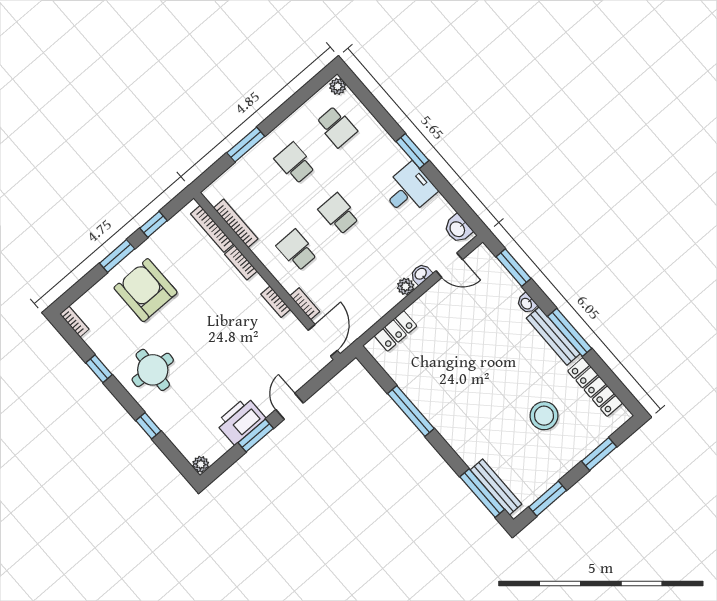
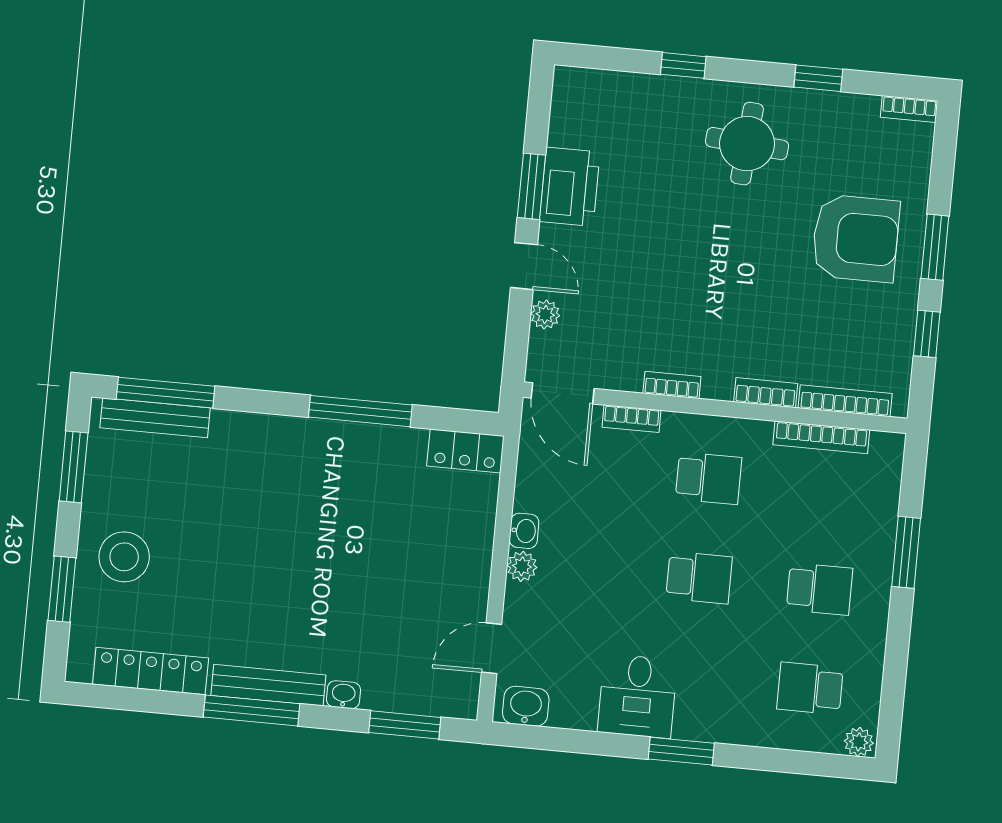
washbasin: (421, 274) -> (524, 531), moved
locker: (396, 331) -> (465, 451), moved, turned -90
stool: (544, 416) -> (124, 557), moved
plant: (201, 464) -> (545, 314), moved

